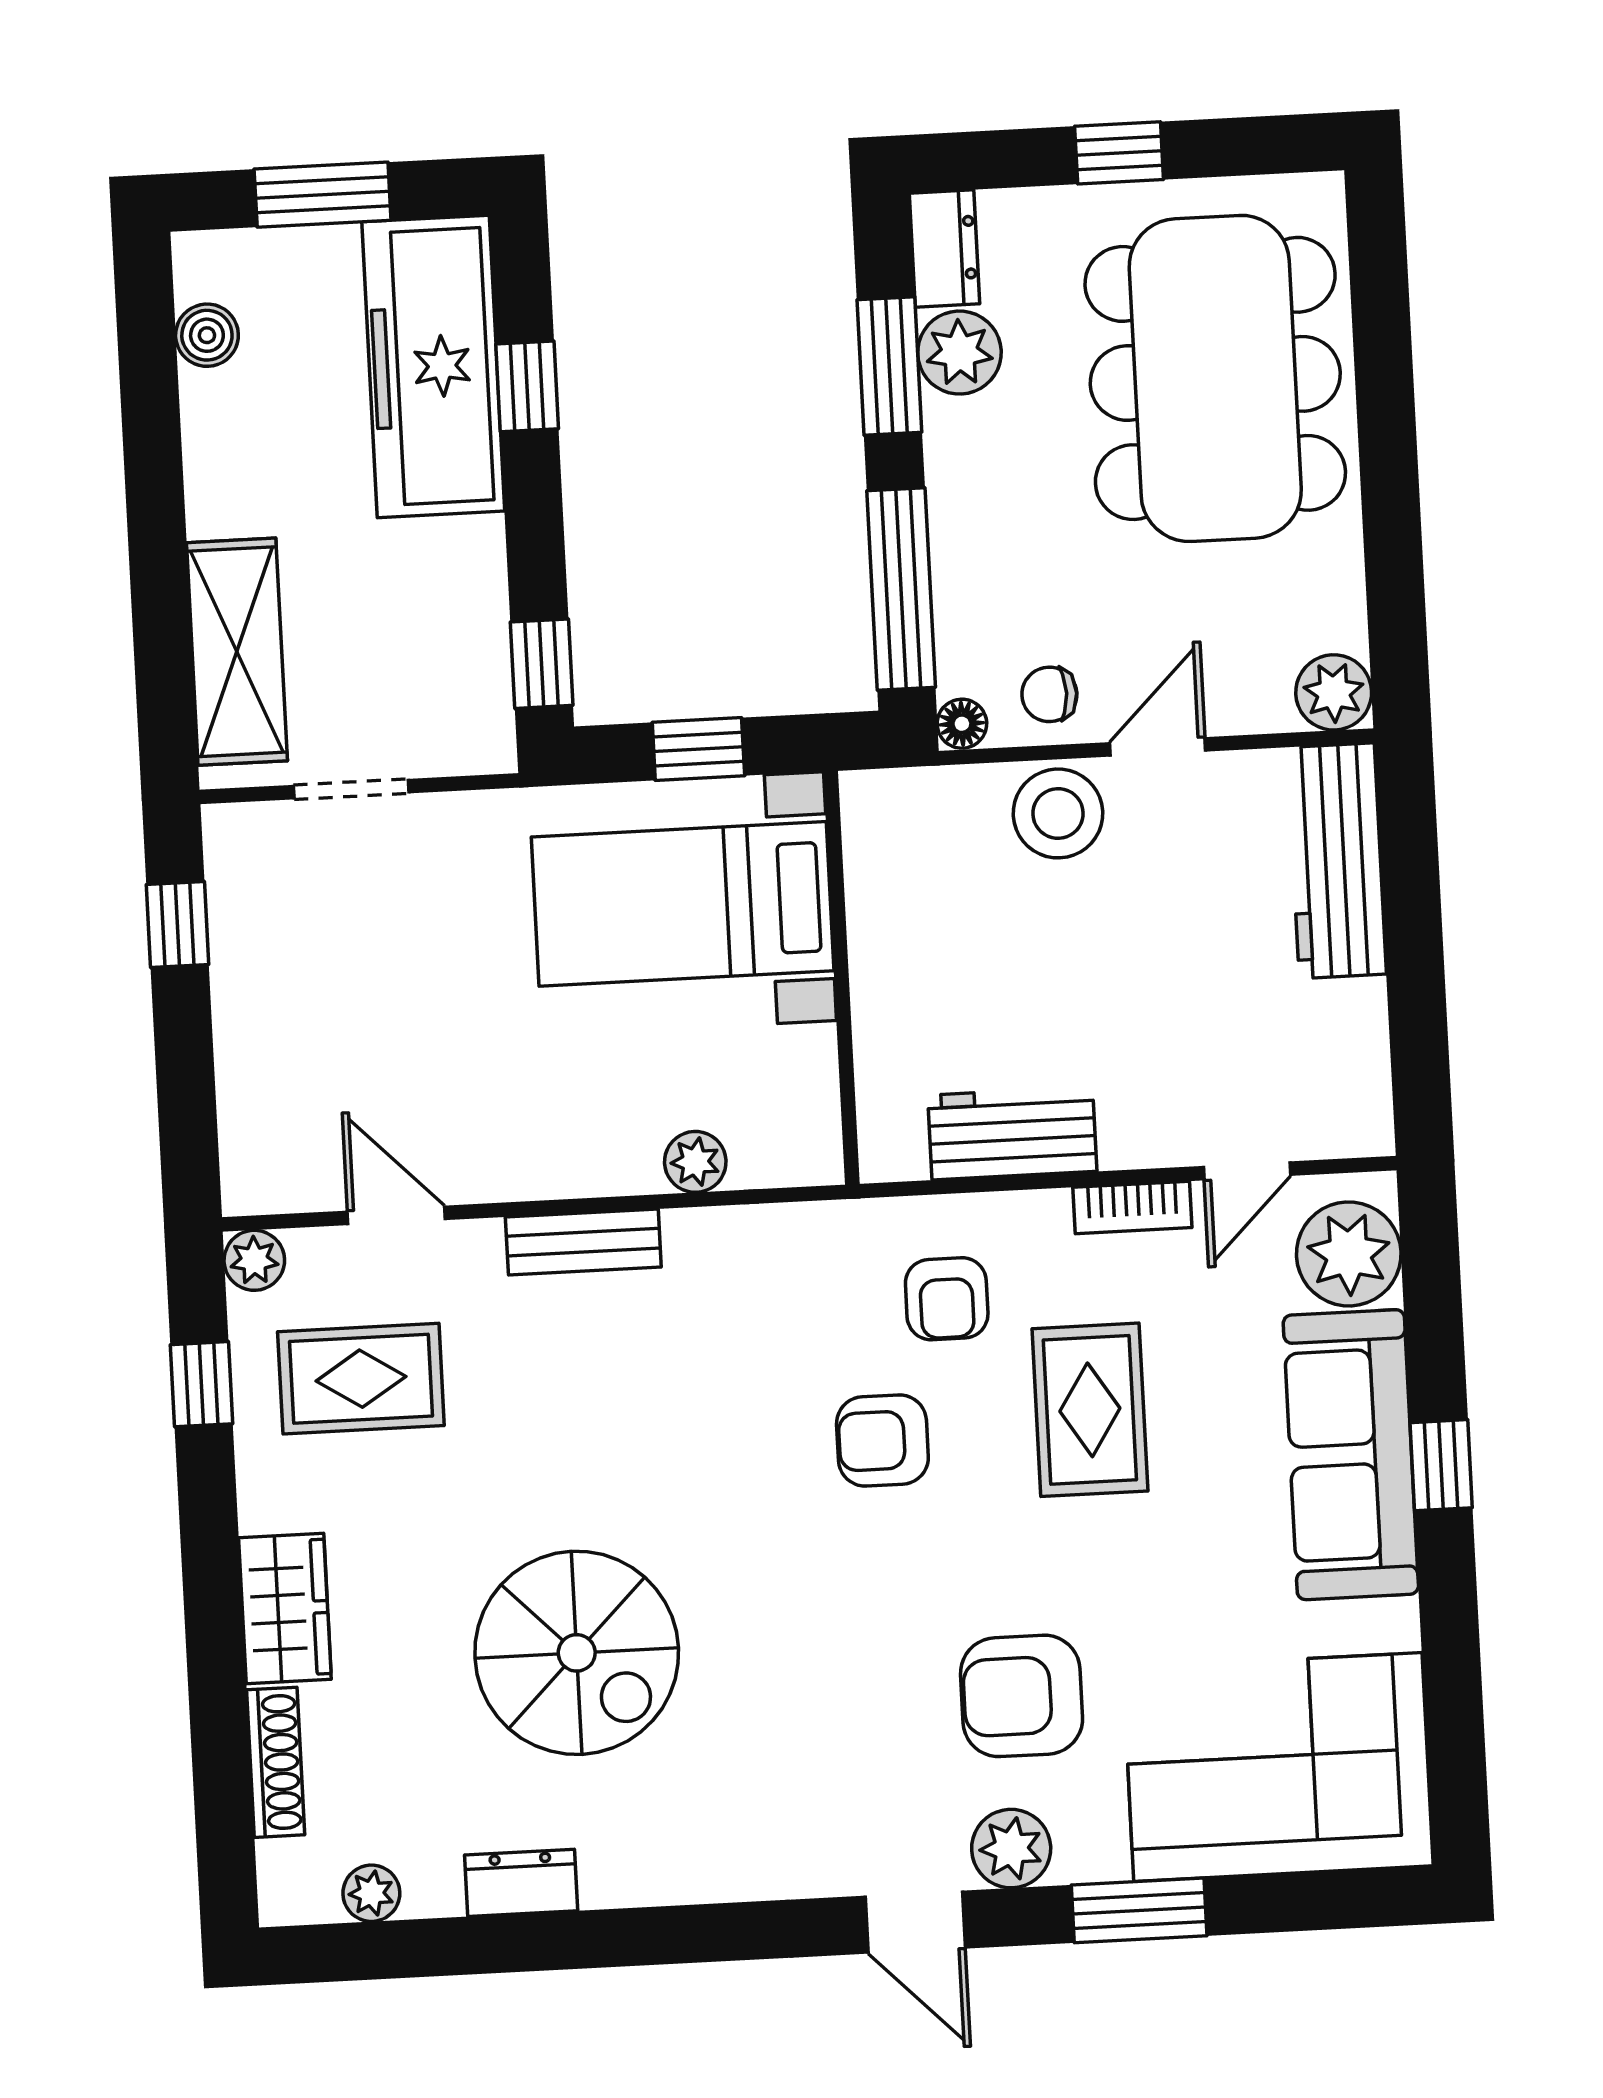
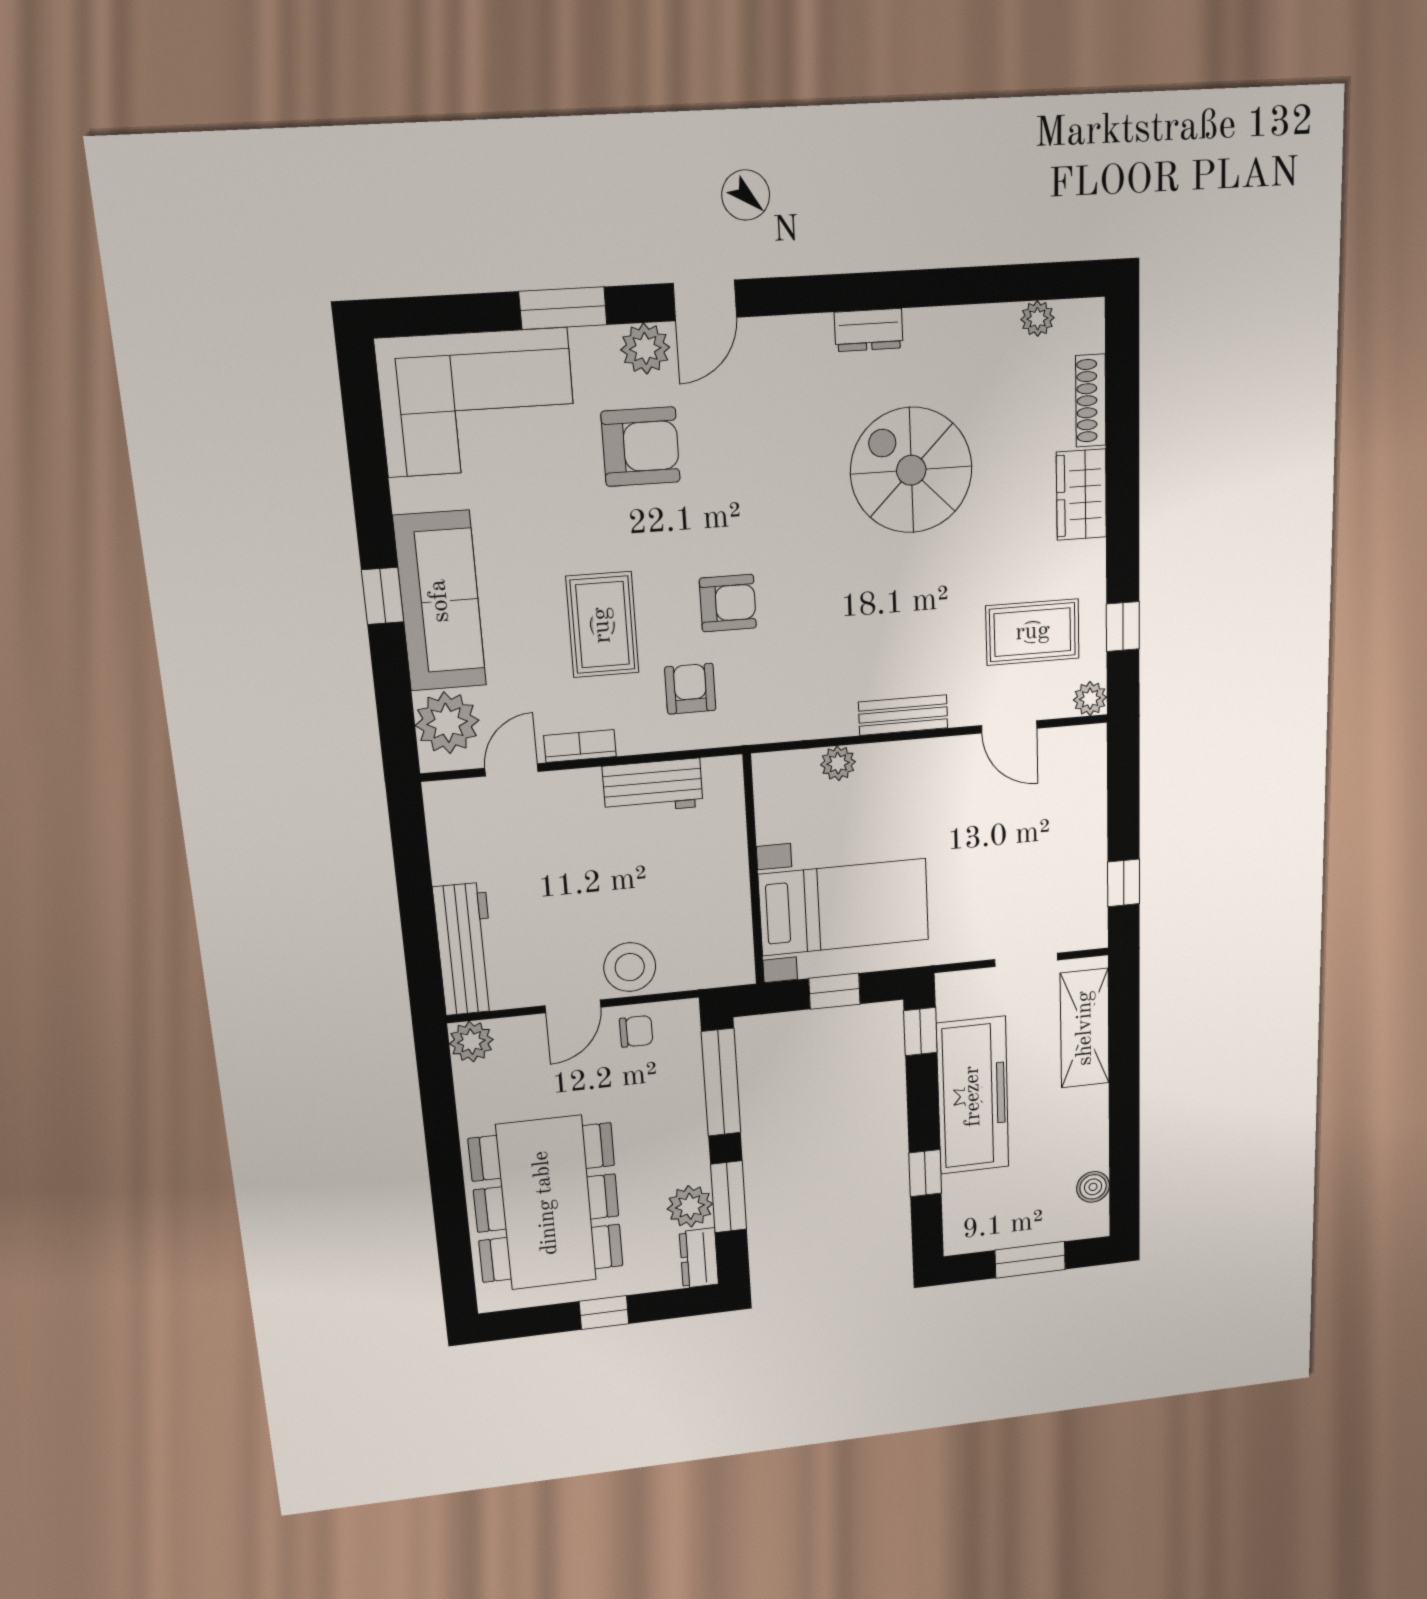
freezer: (433, 366) -> (973, 1096), moved
floor lamp: (962, 724) -> (686, 1013), removed
dresser: (521, 1883) -> (869, 330), moved
door: (915, 1922) -> (705, 300), swing flipped

